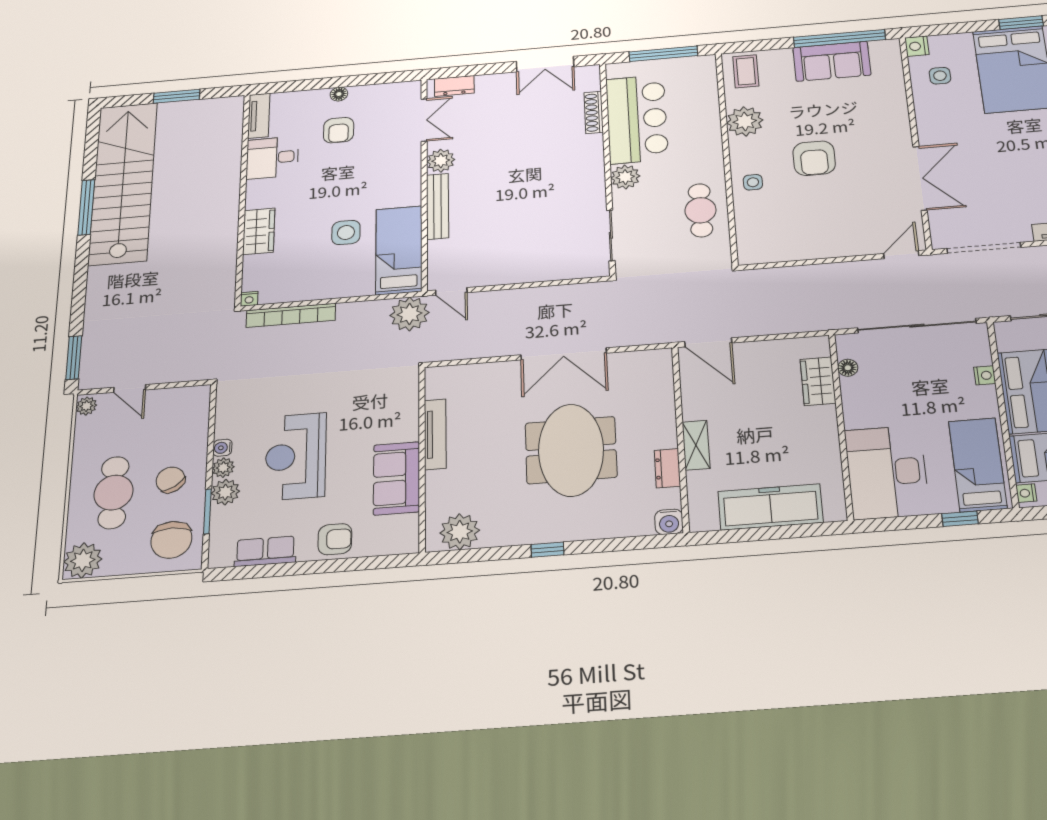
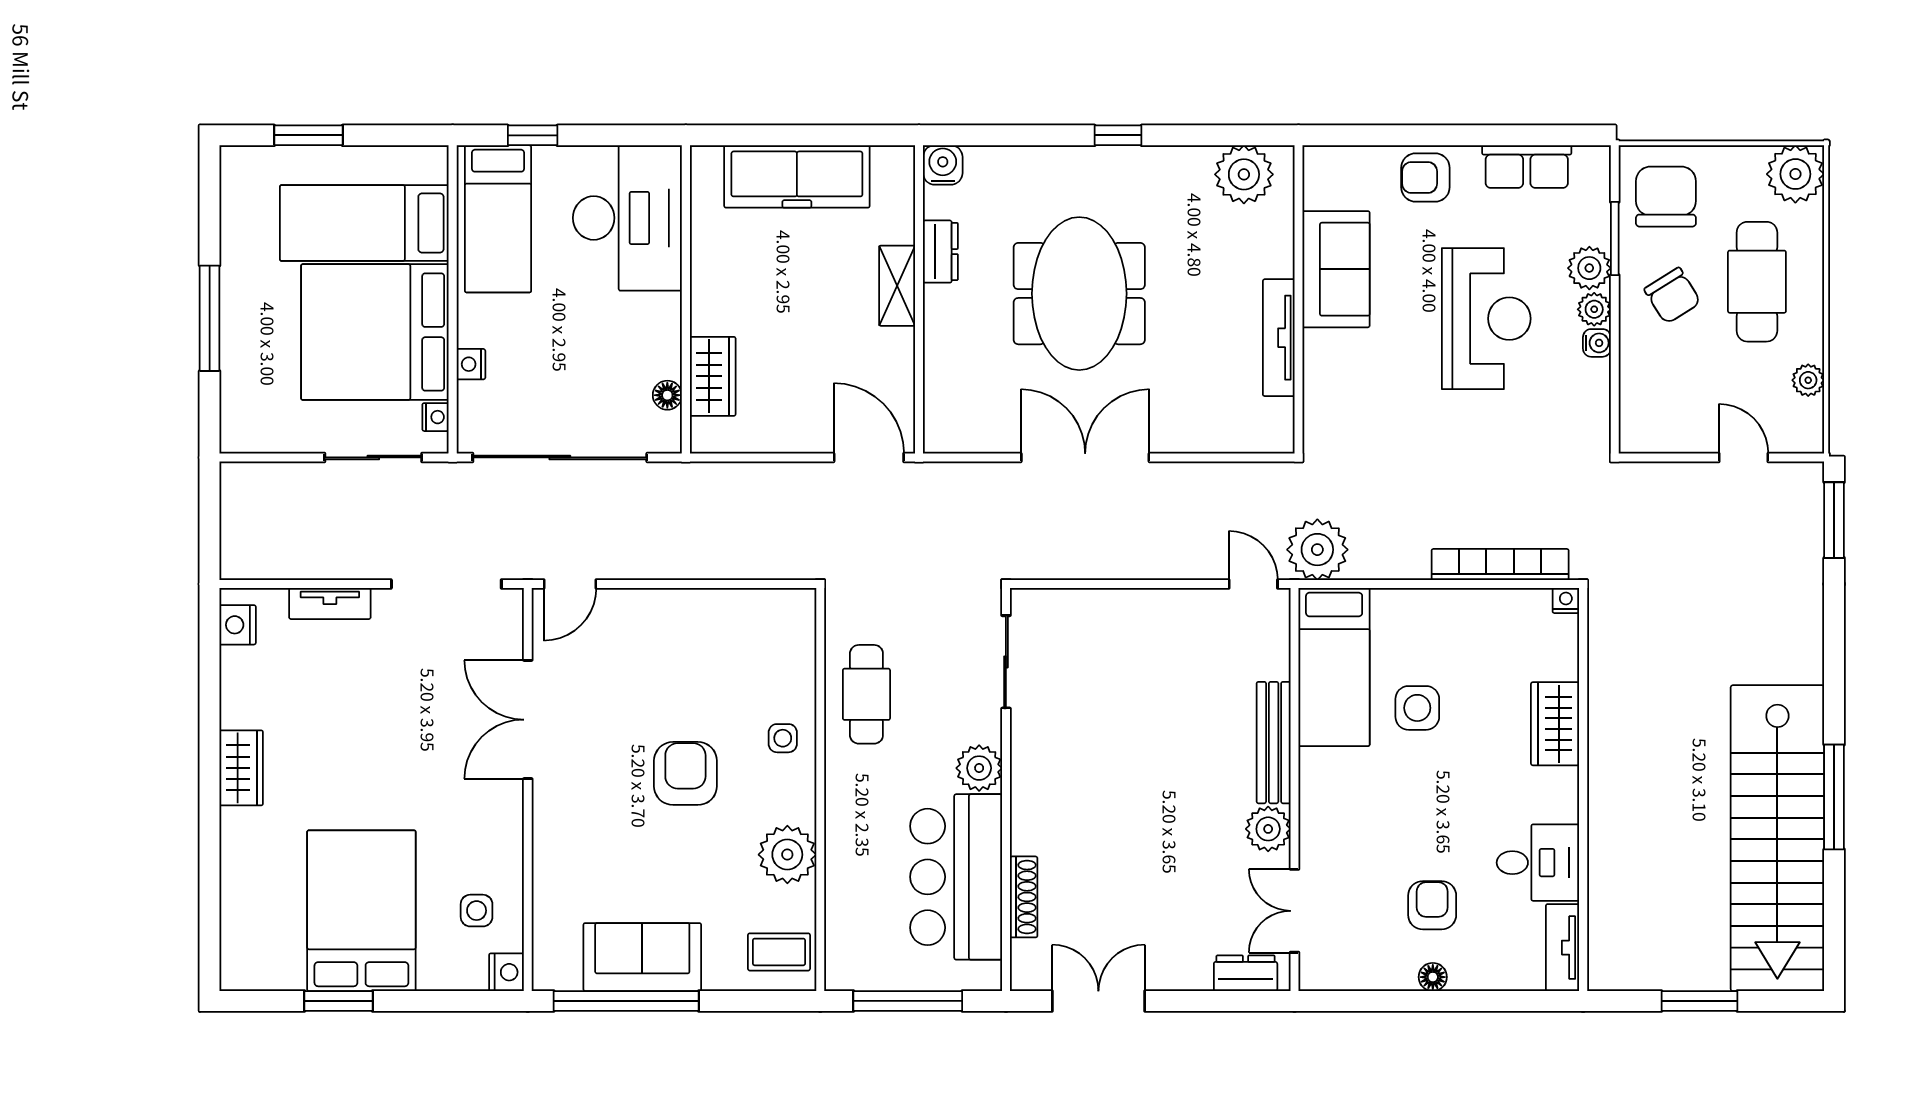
coffee table: (746, 71) -> (779, 952), turned 90
plant: (86, 406) -> (1808, 380), moved
nightstand: (1026, 493) -> (435, 417), moved

